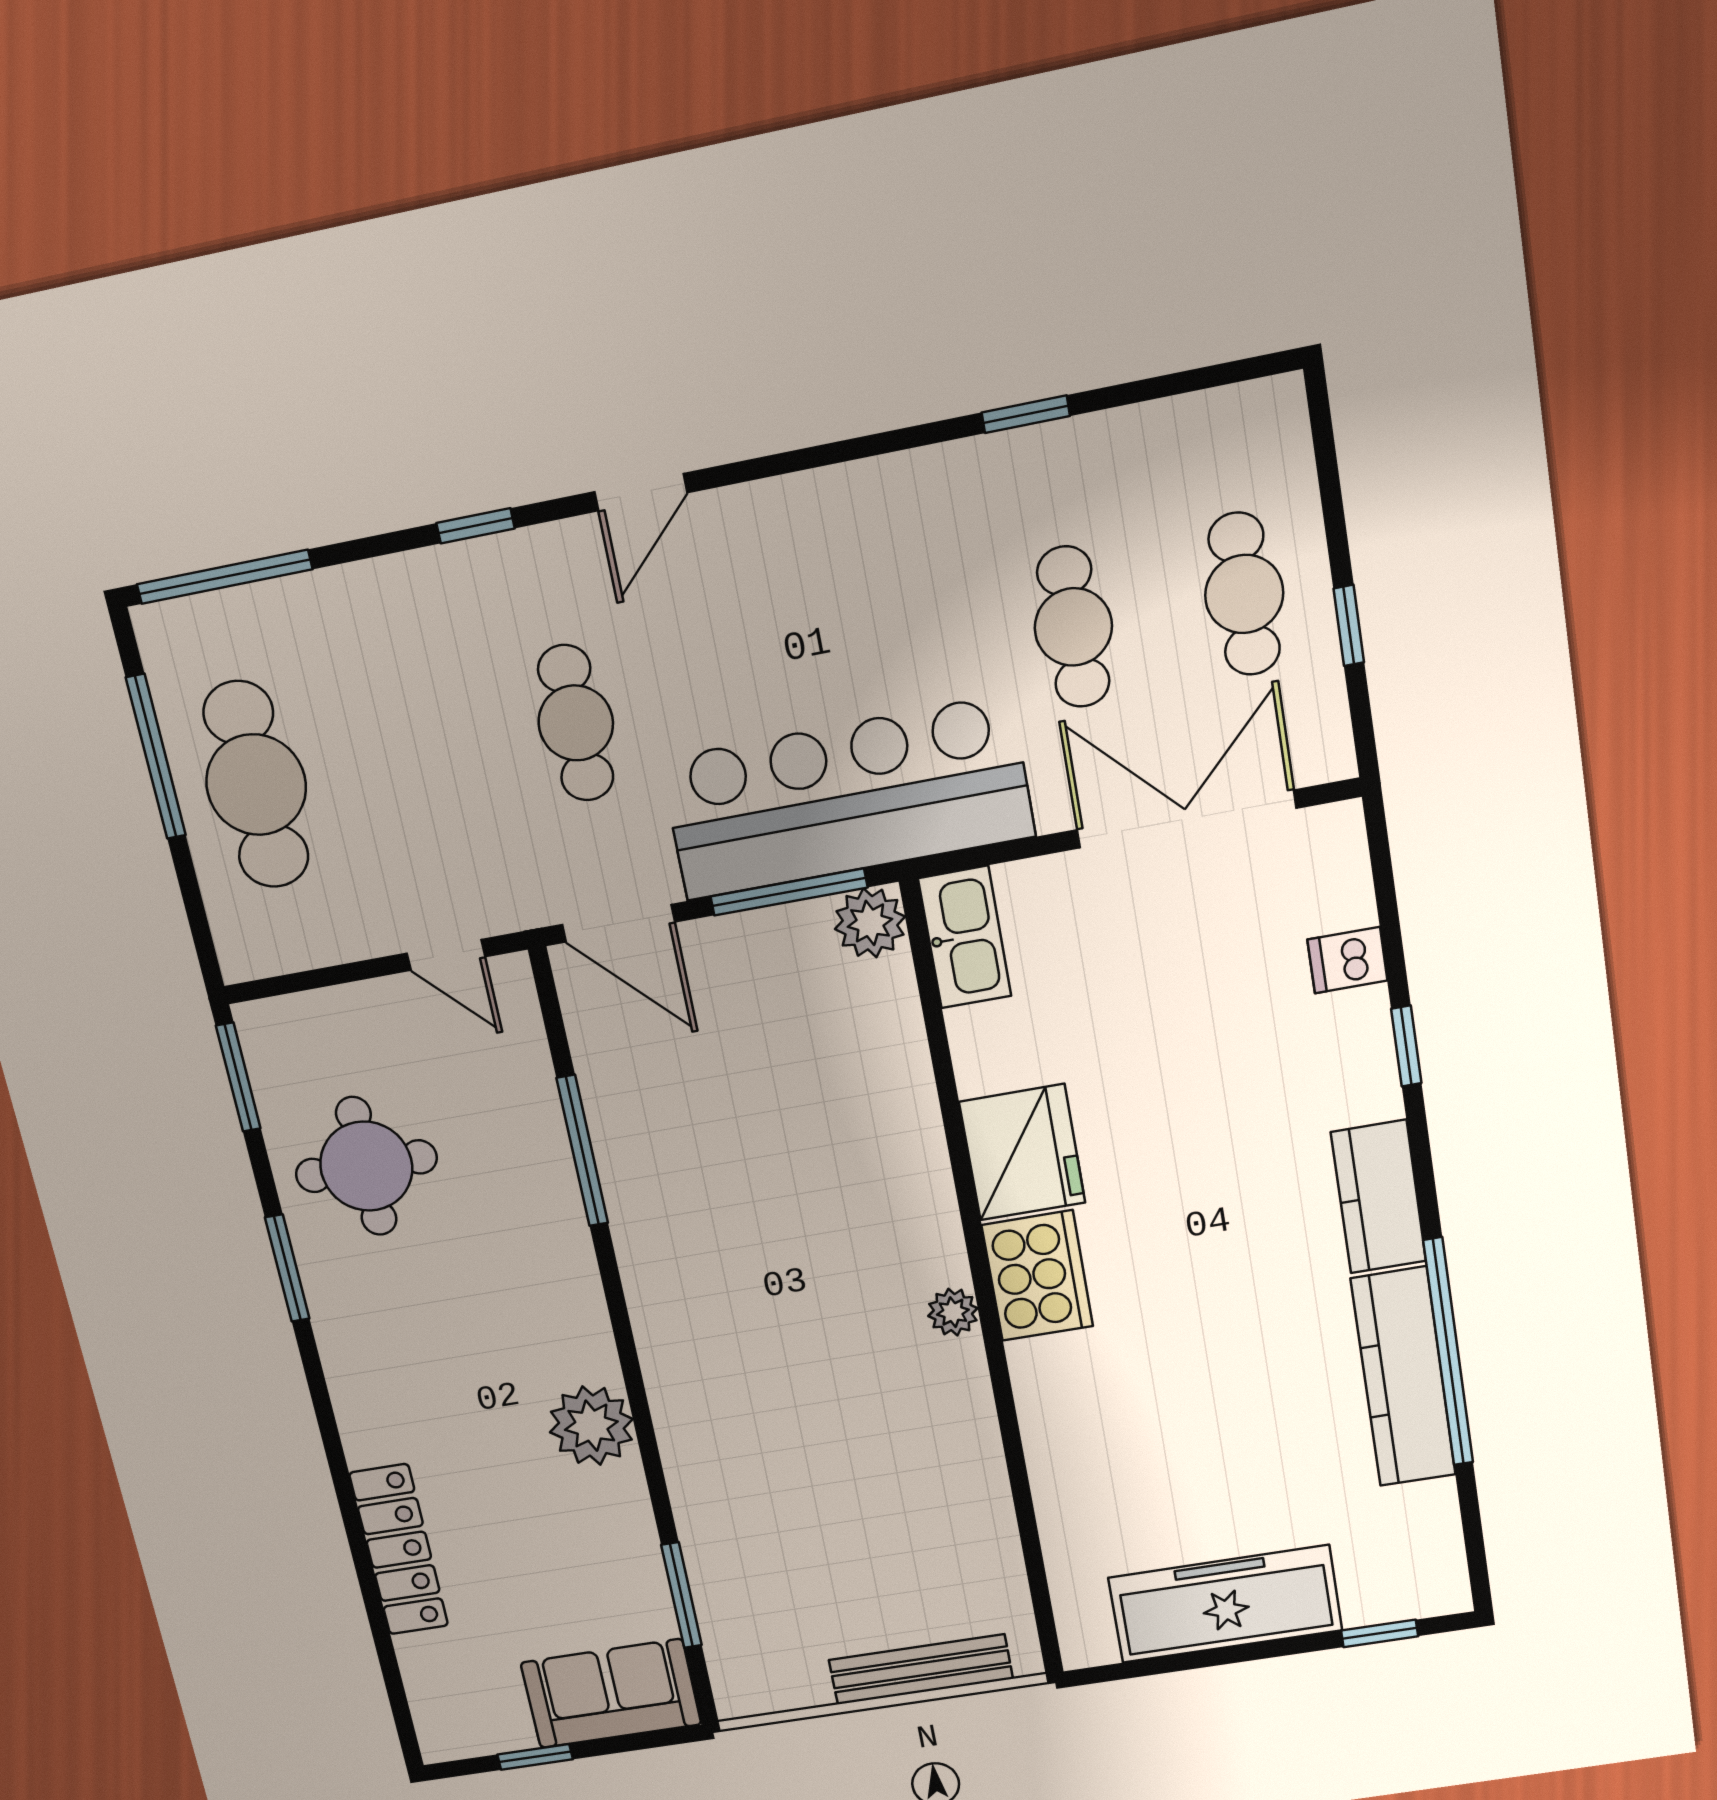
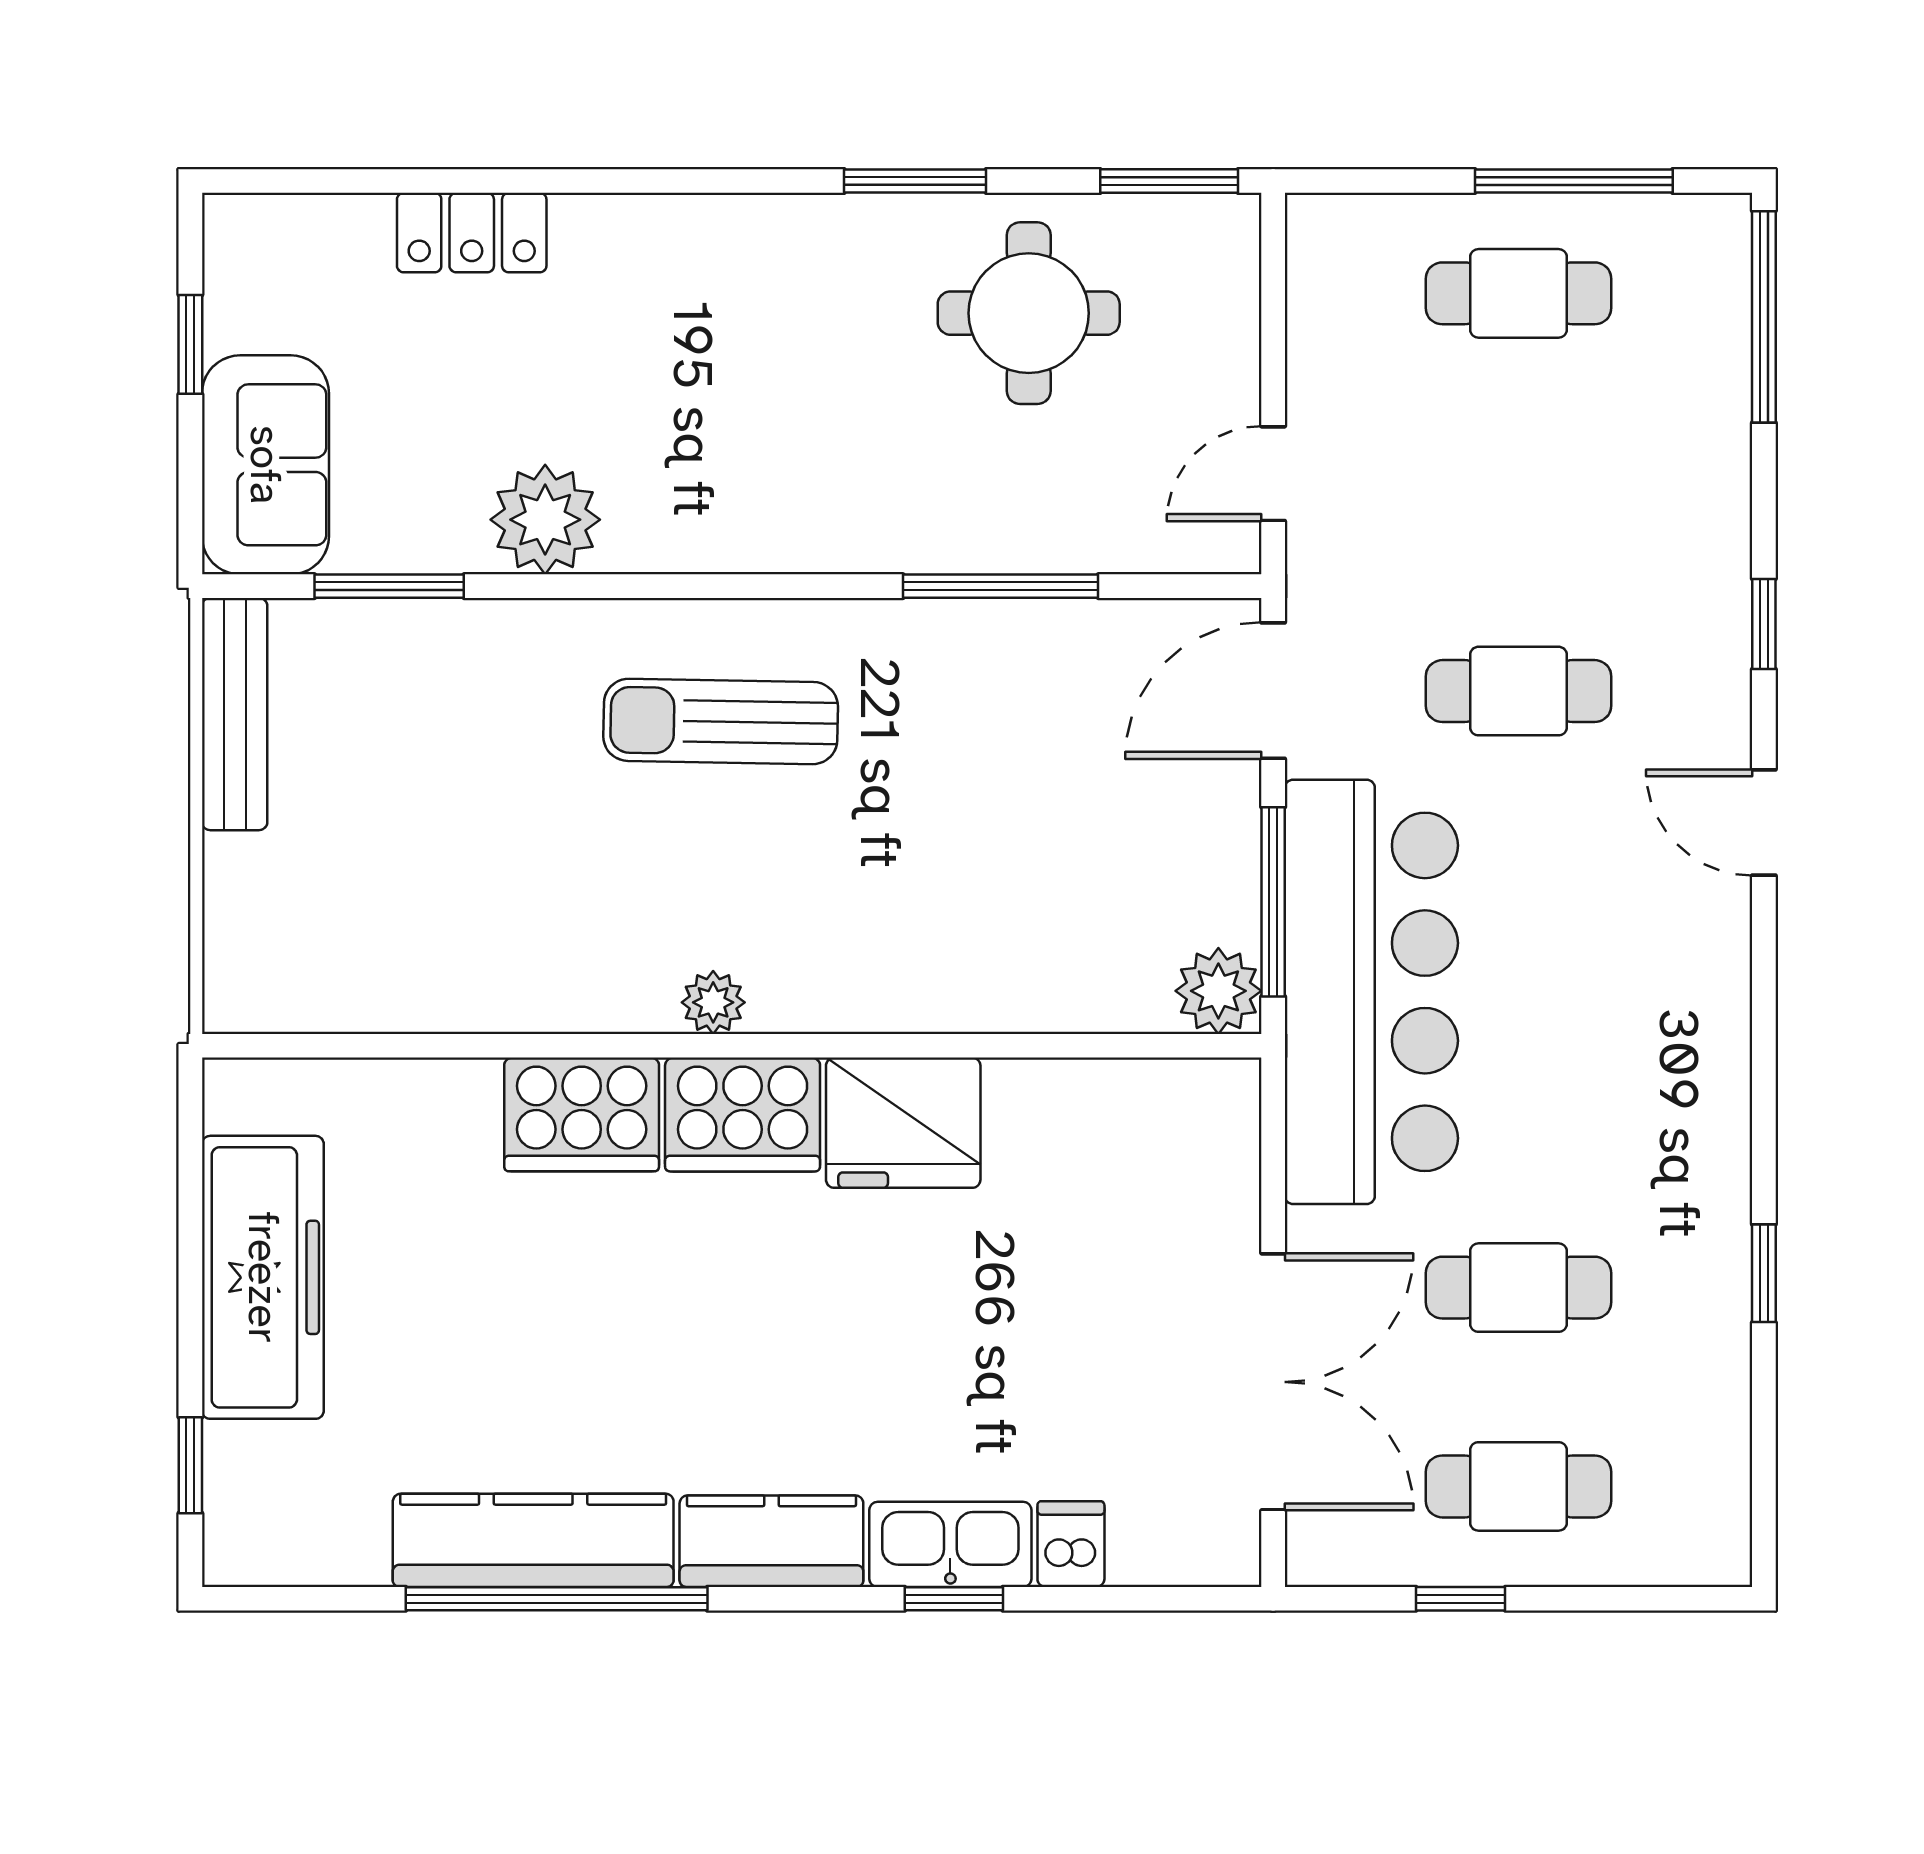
cafe table: (256, 785) -> (1518, 293), width x0.73, depth x0.74
kitchen sink: (965, 937) -> (950, 1544), moved, turned 180
sun lounger: (733, 1342) -> (721, 721), added
cooker: (1059, 1395) -> (582, 1114), added
plant: (591, 1426) -> (545, 520), moved
locker: (399, 1550) -> (472, 233), width x0.66
bench: (921, 1669) -> (235, 714), moved

